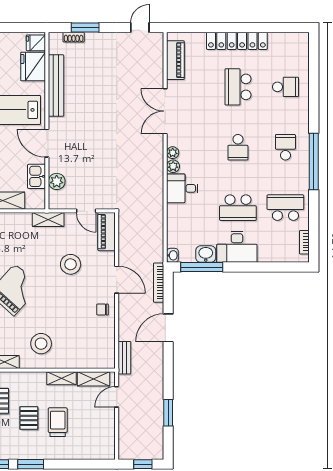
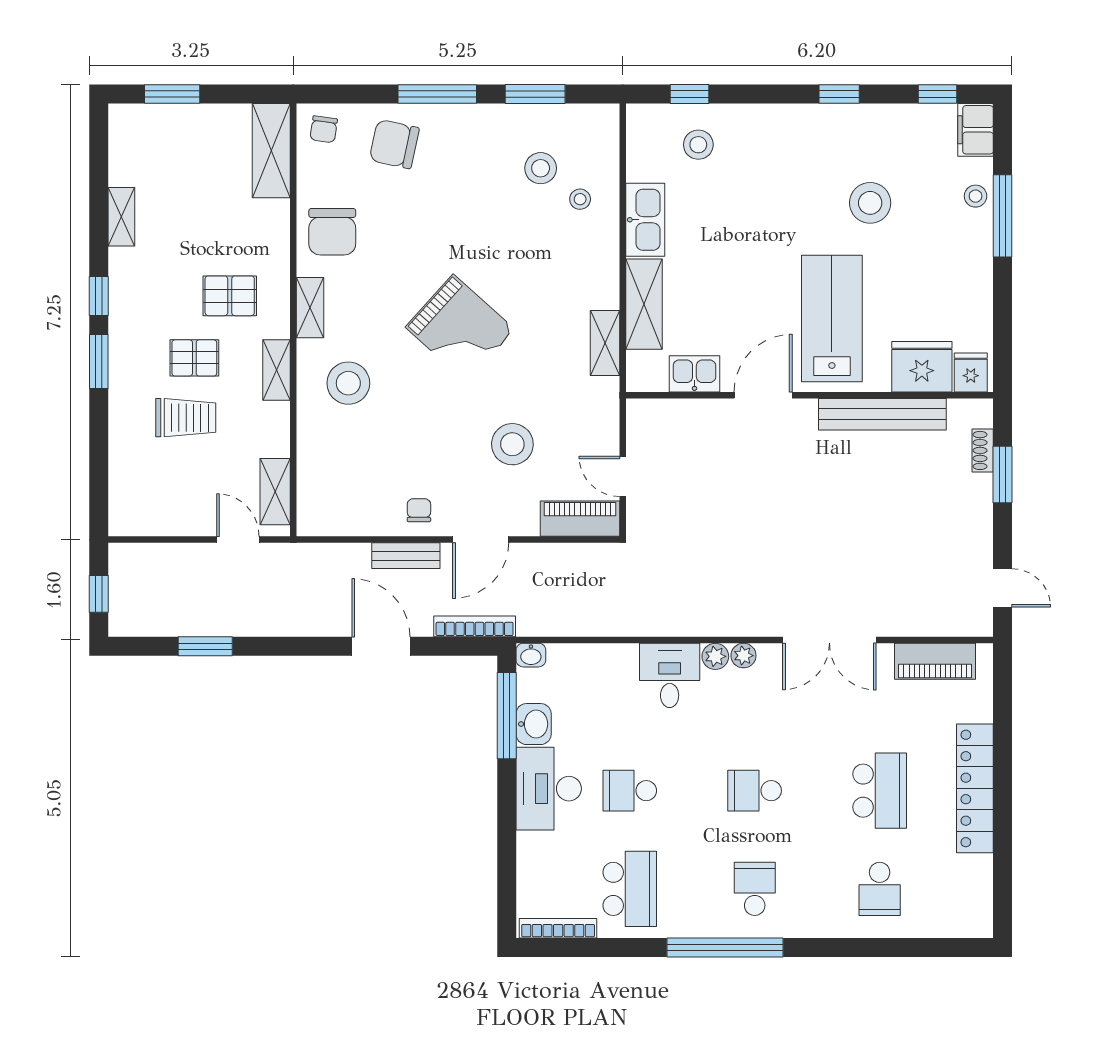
school desk: (238, 87) -> (880, 791), turned 90
double door: (165, 111) -> (829, 640), swing flipped
school desk: (285, 147) -> (755, 889), turned -90
plant: (57, 181) -> (684, 415), removed
school desk: (238, 208) -> (630, 791), width x0.54
door: (86, 211) -> (623, 476), hinge flipped
shelving: (48, 220) -> (605, 343), moved
bookcase: (304, 242) -> (558, 928), width x1.56
bench: (124, 358) -> (406, 556), moved
shelving: (62, 378) -> (277, 370), moved

